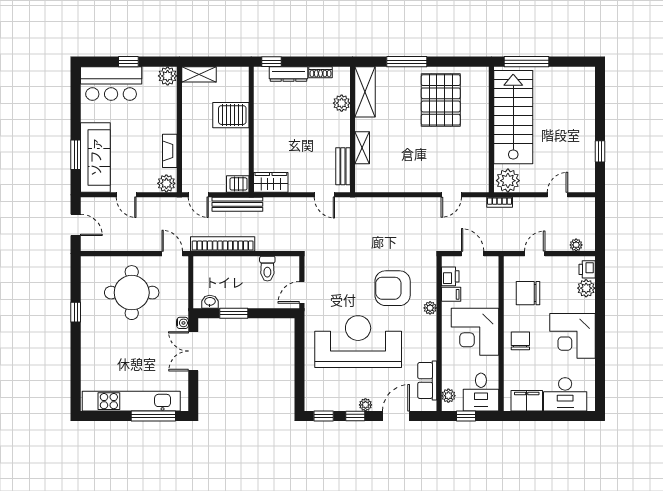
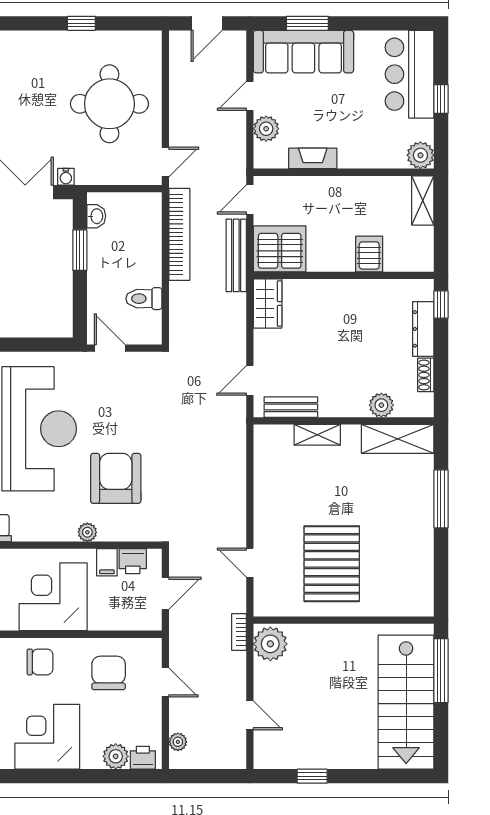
pallet: (441, 100) -> (332, 564), moved, turned 90
server rack: (231, 115) -> (369, 254), width x0.73, depth x0.70
stairs: (513, 117) -> (406, 702), moved, turned 90
plant: (166, 183) -> (266, 129), moved
server rack: (238, 184) -> (280, 249), width x2.18, depth x1.44

